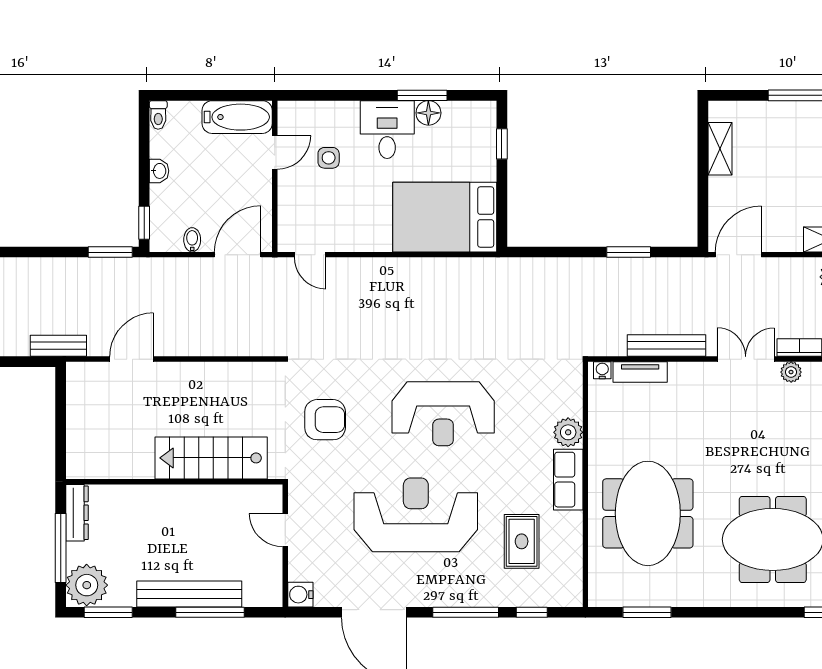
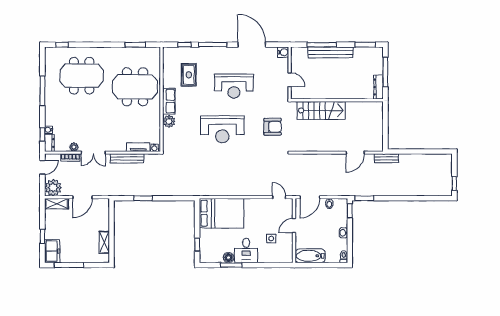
door: (275, 152) -> (294, 226), moved
door: (738, 255) -> (82, 197), moved
reception desk: (443, 414) -> (222, 129), turned 180
armchair: (325, 420) -> (273, 127), turned 180
meeting table: (648, 513) -> (135, 87), turned 90
reception desk: (416, 515) -> (234, 86), width x0.74, depth x0.77
plant: (87, 585) -> (374, 56), removed

